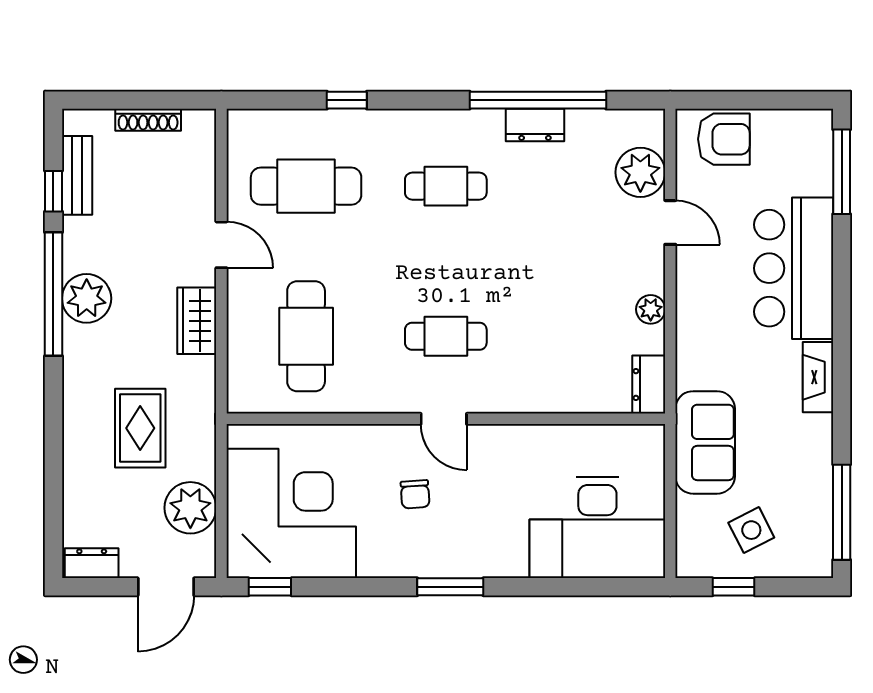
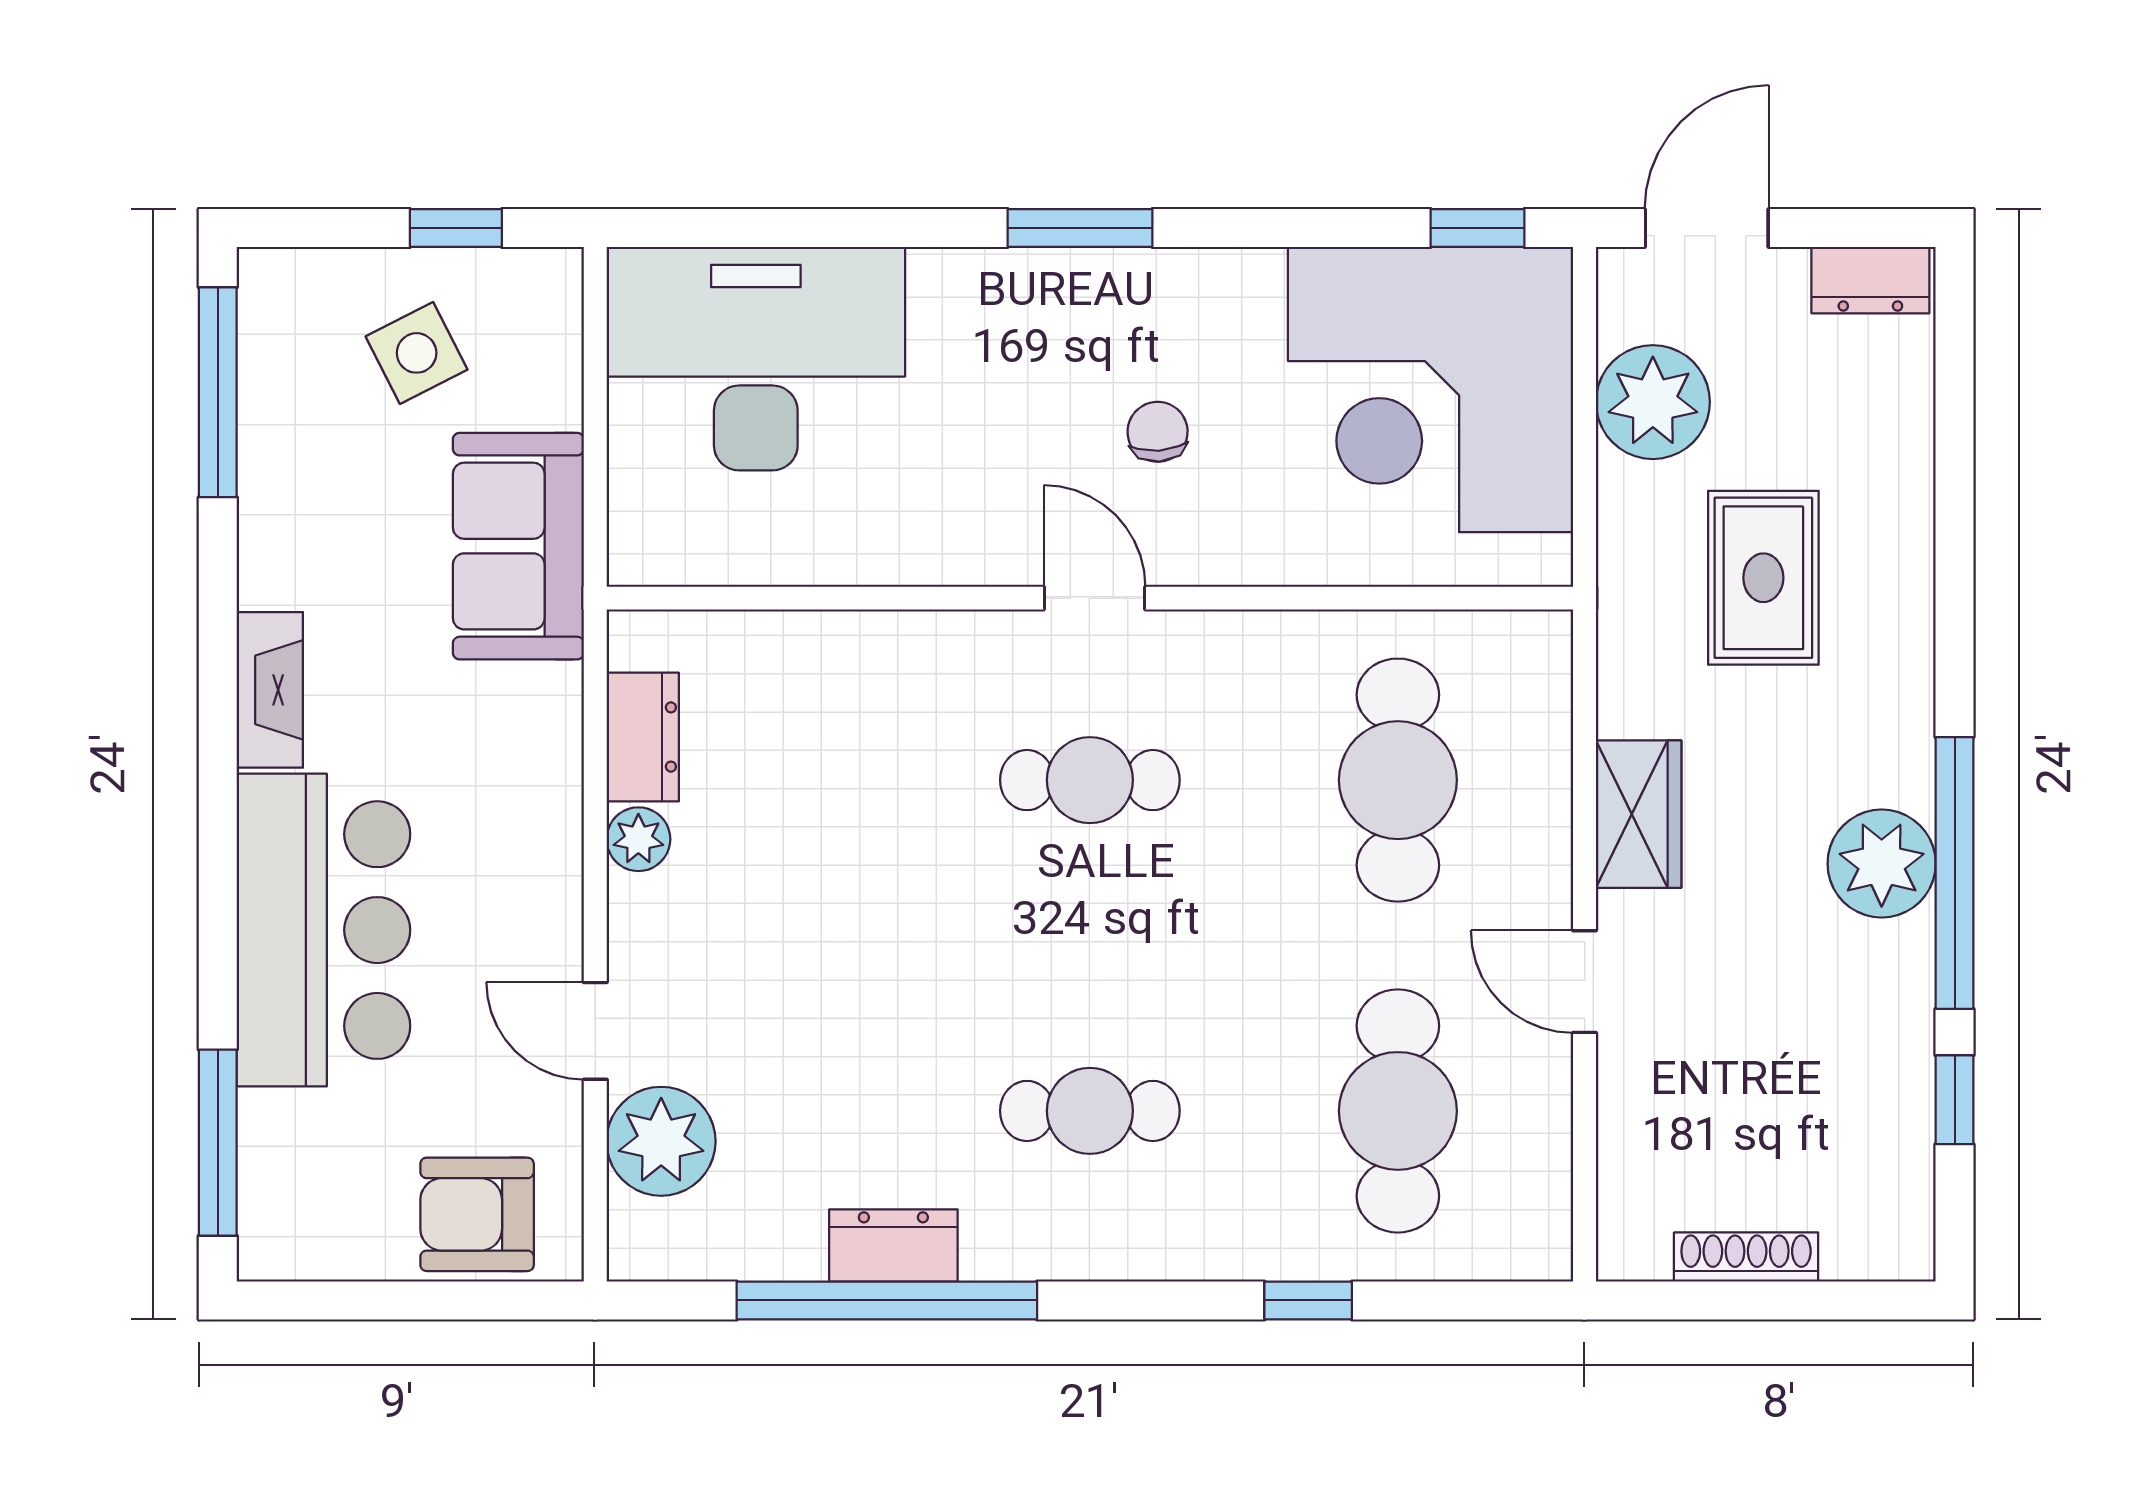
bench: (77, 175) -> (1902, 1135), removed
cafe table: (306, 186) -> (1398, 1111), turned 90
dresser: (649, 385) -> (643, 737), moved

